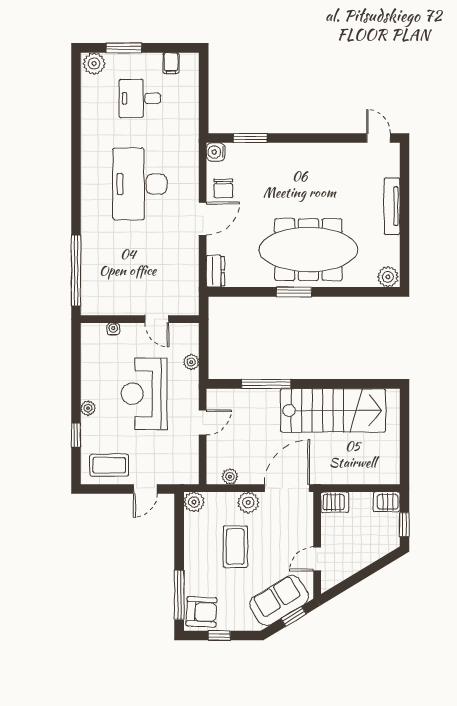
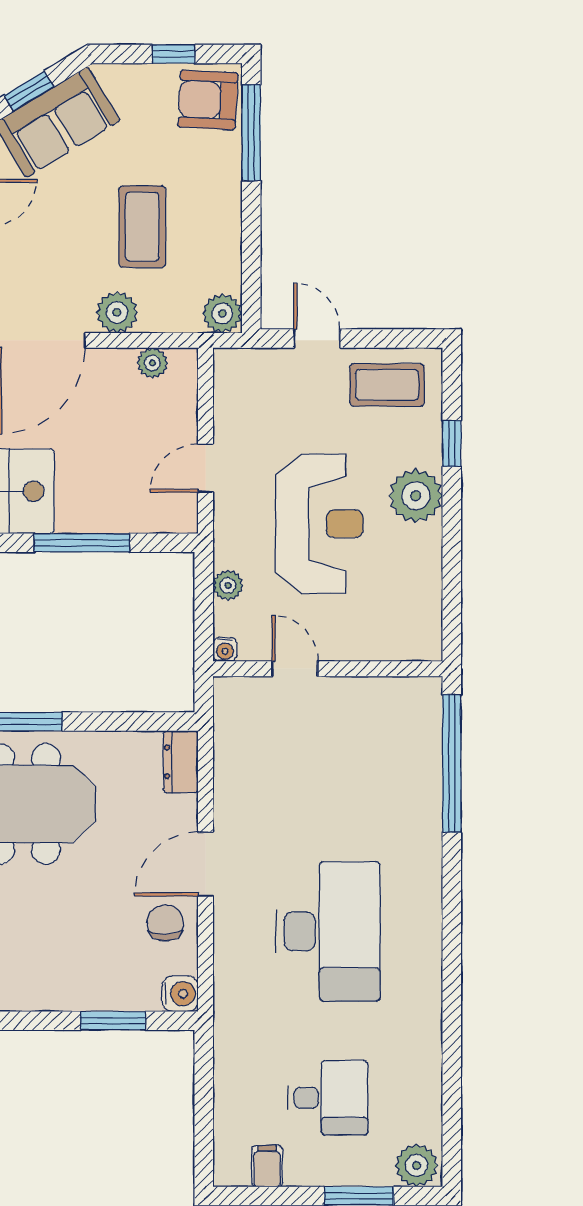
water cooler: (113, 329) -> (225, 649), moved
plant: (88, 408) -> (416, 496), width x1.88, depth x1.88
door: (145, 489) -> (317, 339), hinge flipped

